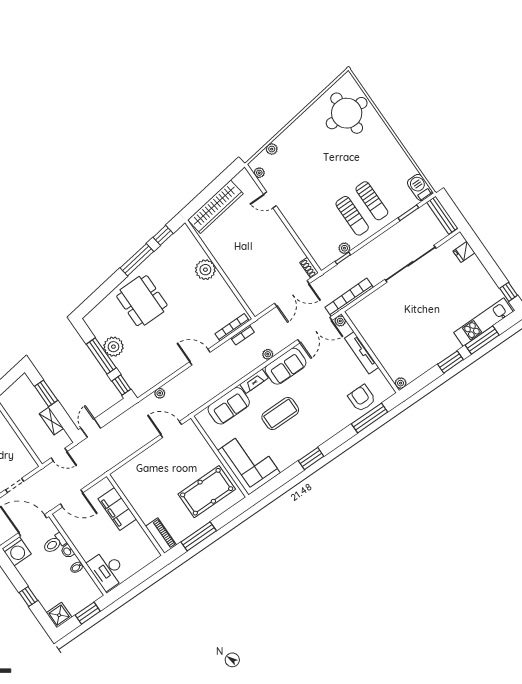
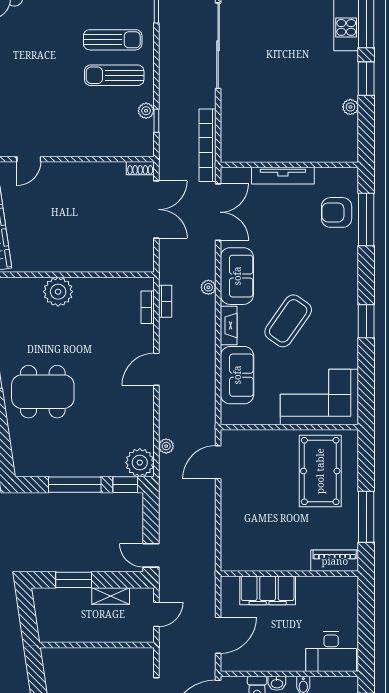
sun lounger: (352, 216) -> (114, 75), turned 180
plant: (340, 321) -> (228, 175), removed
bookcase: (232, 327) -> (148, 307), width x0.64
plant: (113, 347) -> (140, 463), moved
plant: (401, 383) -> (350, 107), moved
coffee table: (280, 414) -> (288, 321), turned 35

